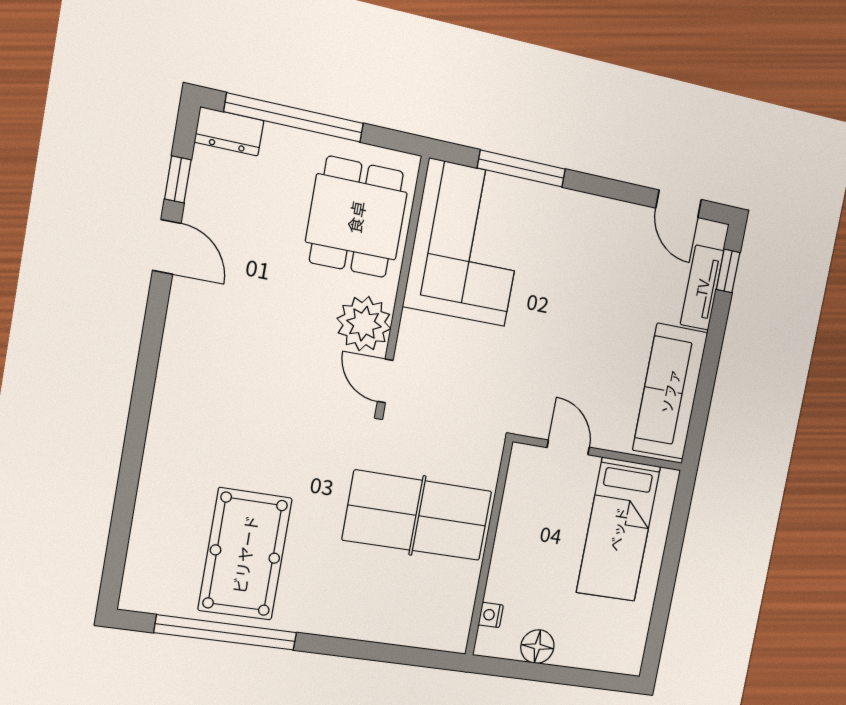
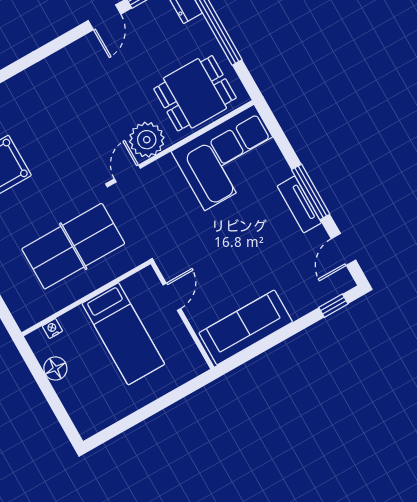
window: (521, 169) -> (311, 192), moved
tv unit: (702, 288) -> (299, 204), moved, turned -90
table tennis table: (417, 516) -> (73, 246), turned 90
bed: (618, 529) -> (123, 334), moved, turned -90

